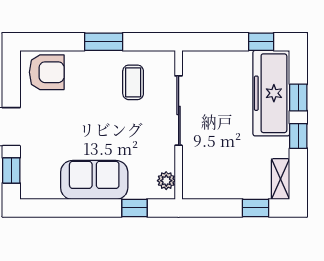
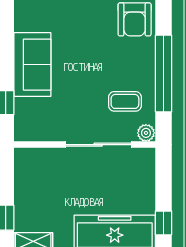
window: (104, 42) -> (163, 73), width x2.11
plant: (166, 181) -> (146, 133), moved

